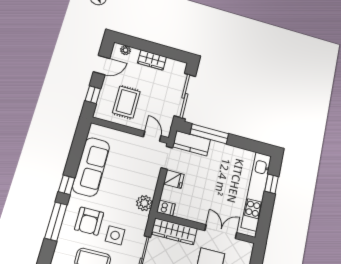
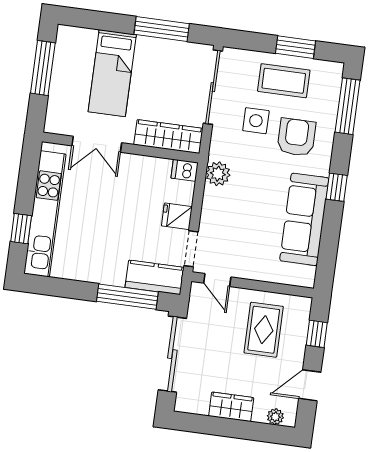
window: (56, 221) -> (348, 106), moved

